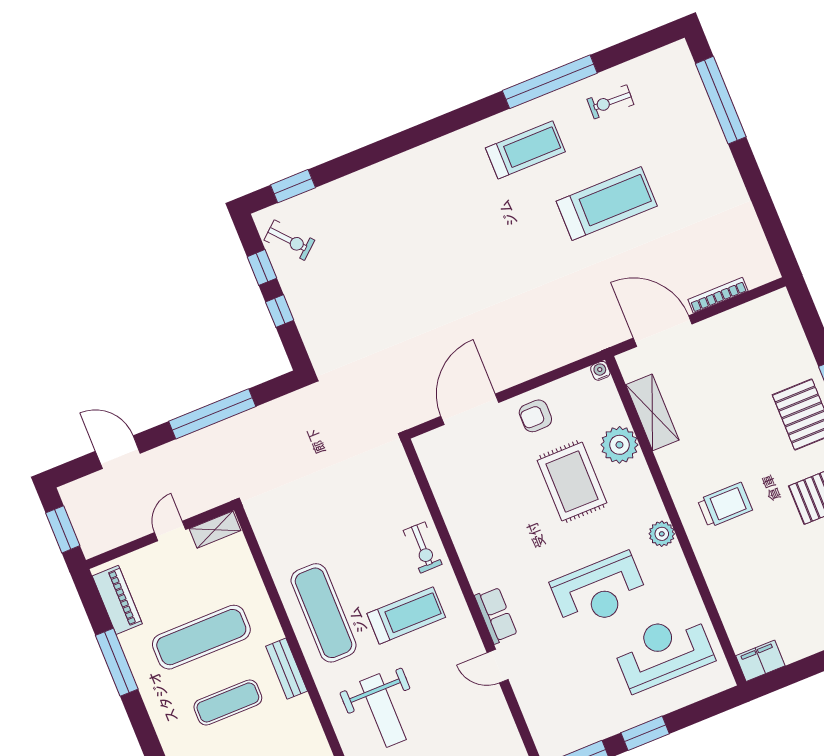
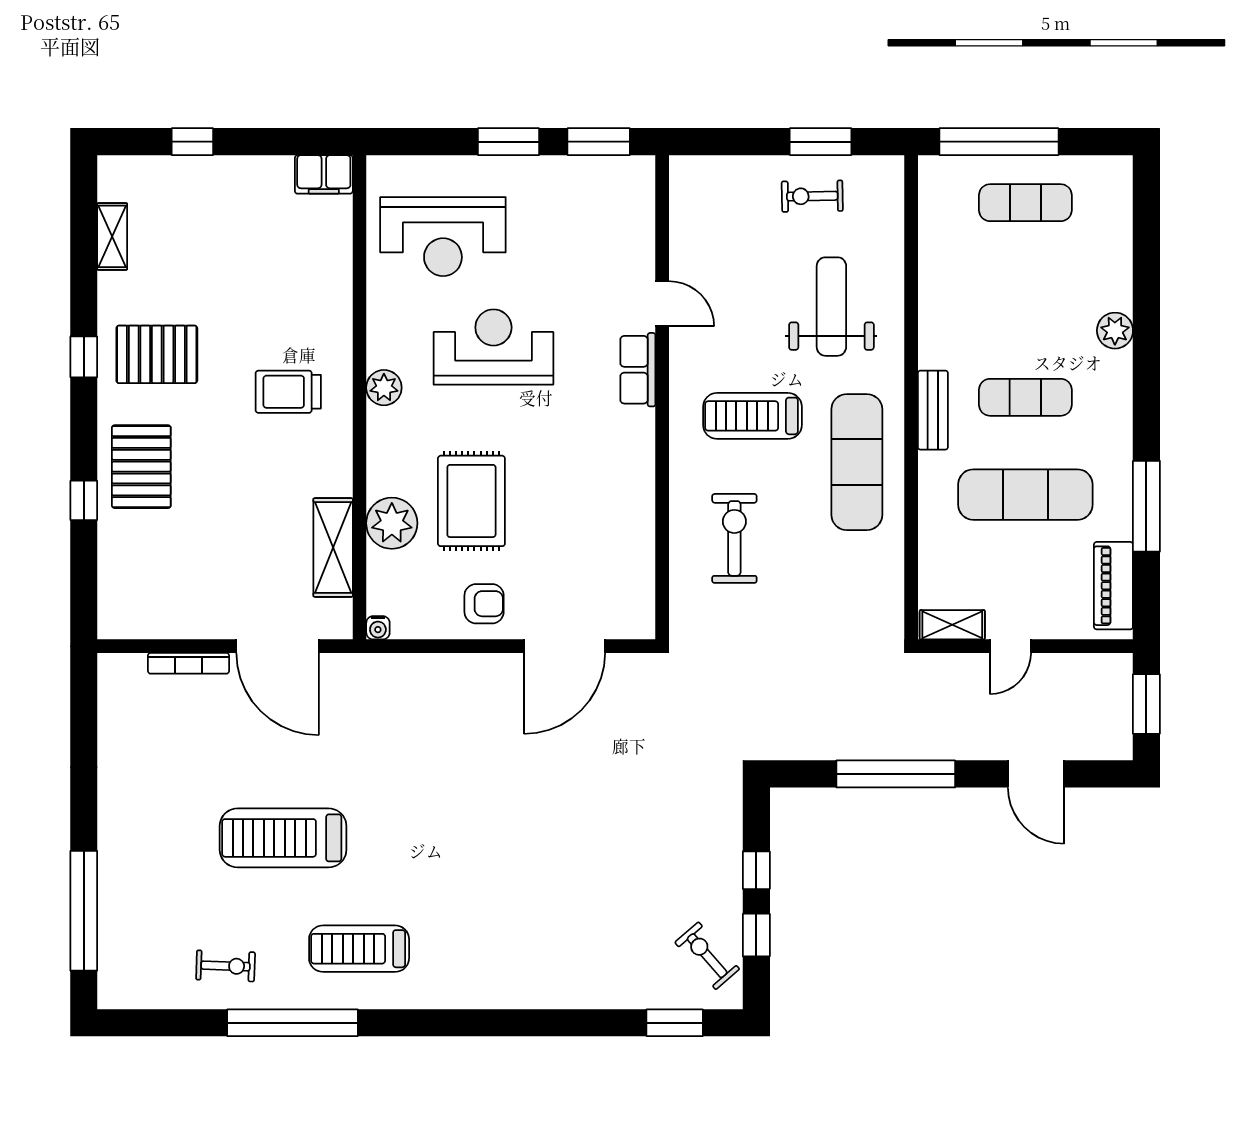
exercise bike: (423, 547) -> (734, 538), moved, width x1.38, depth x1.39

